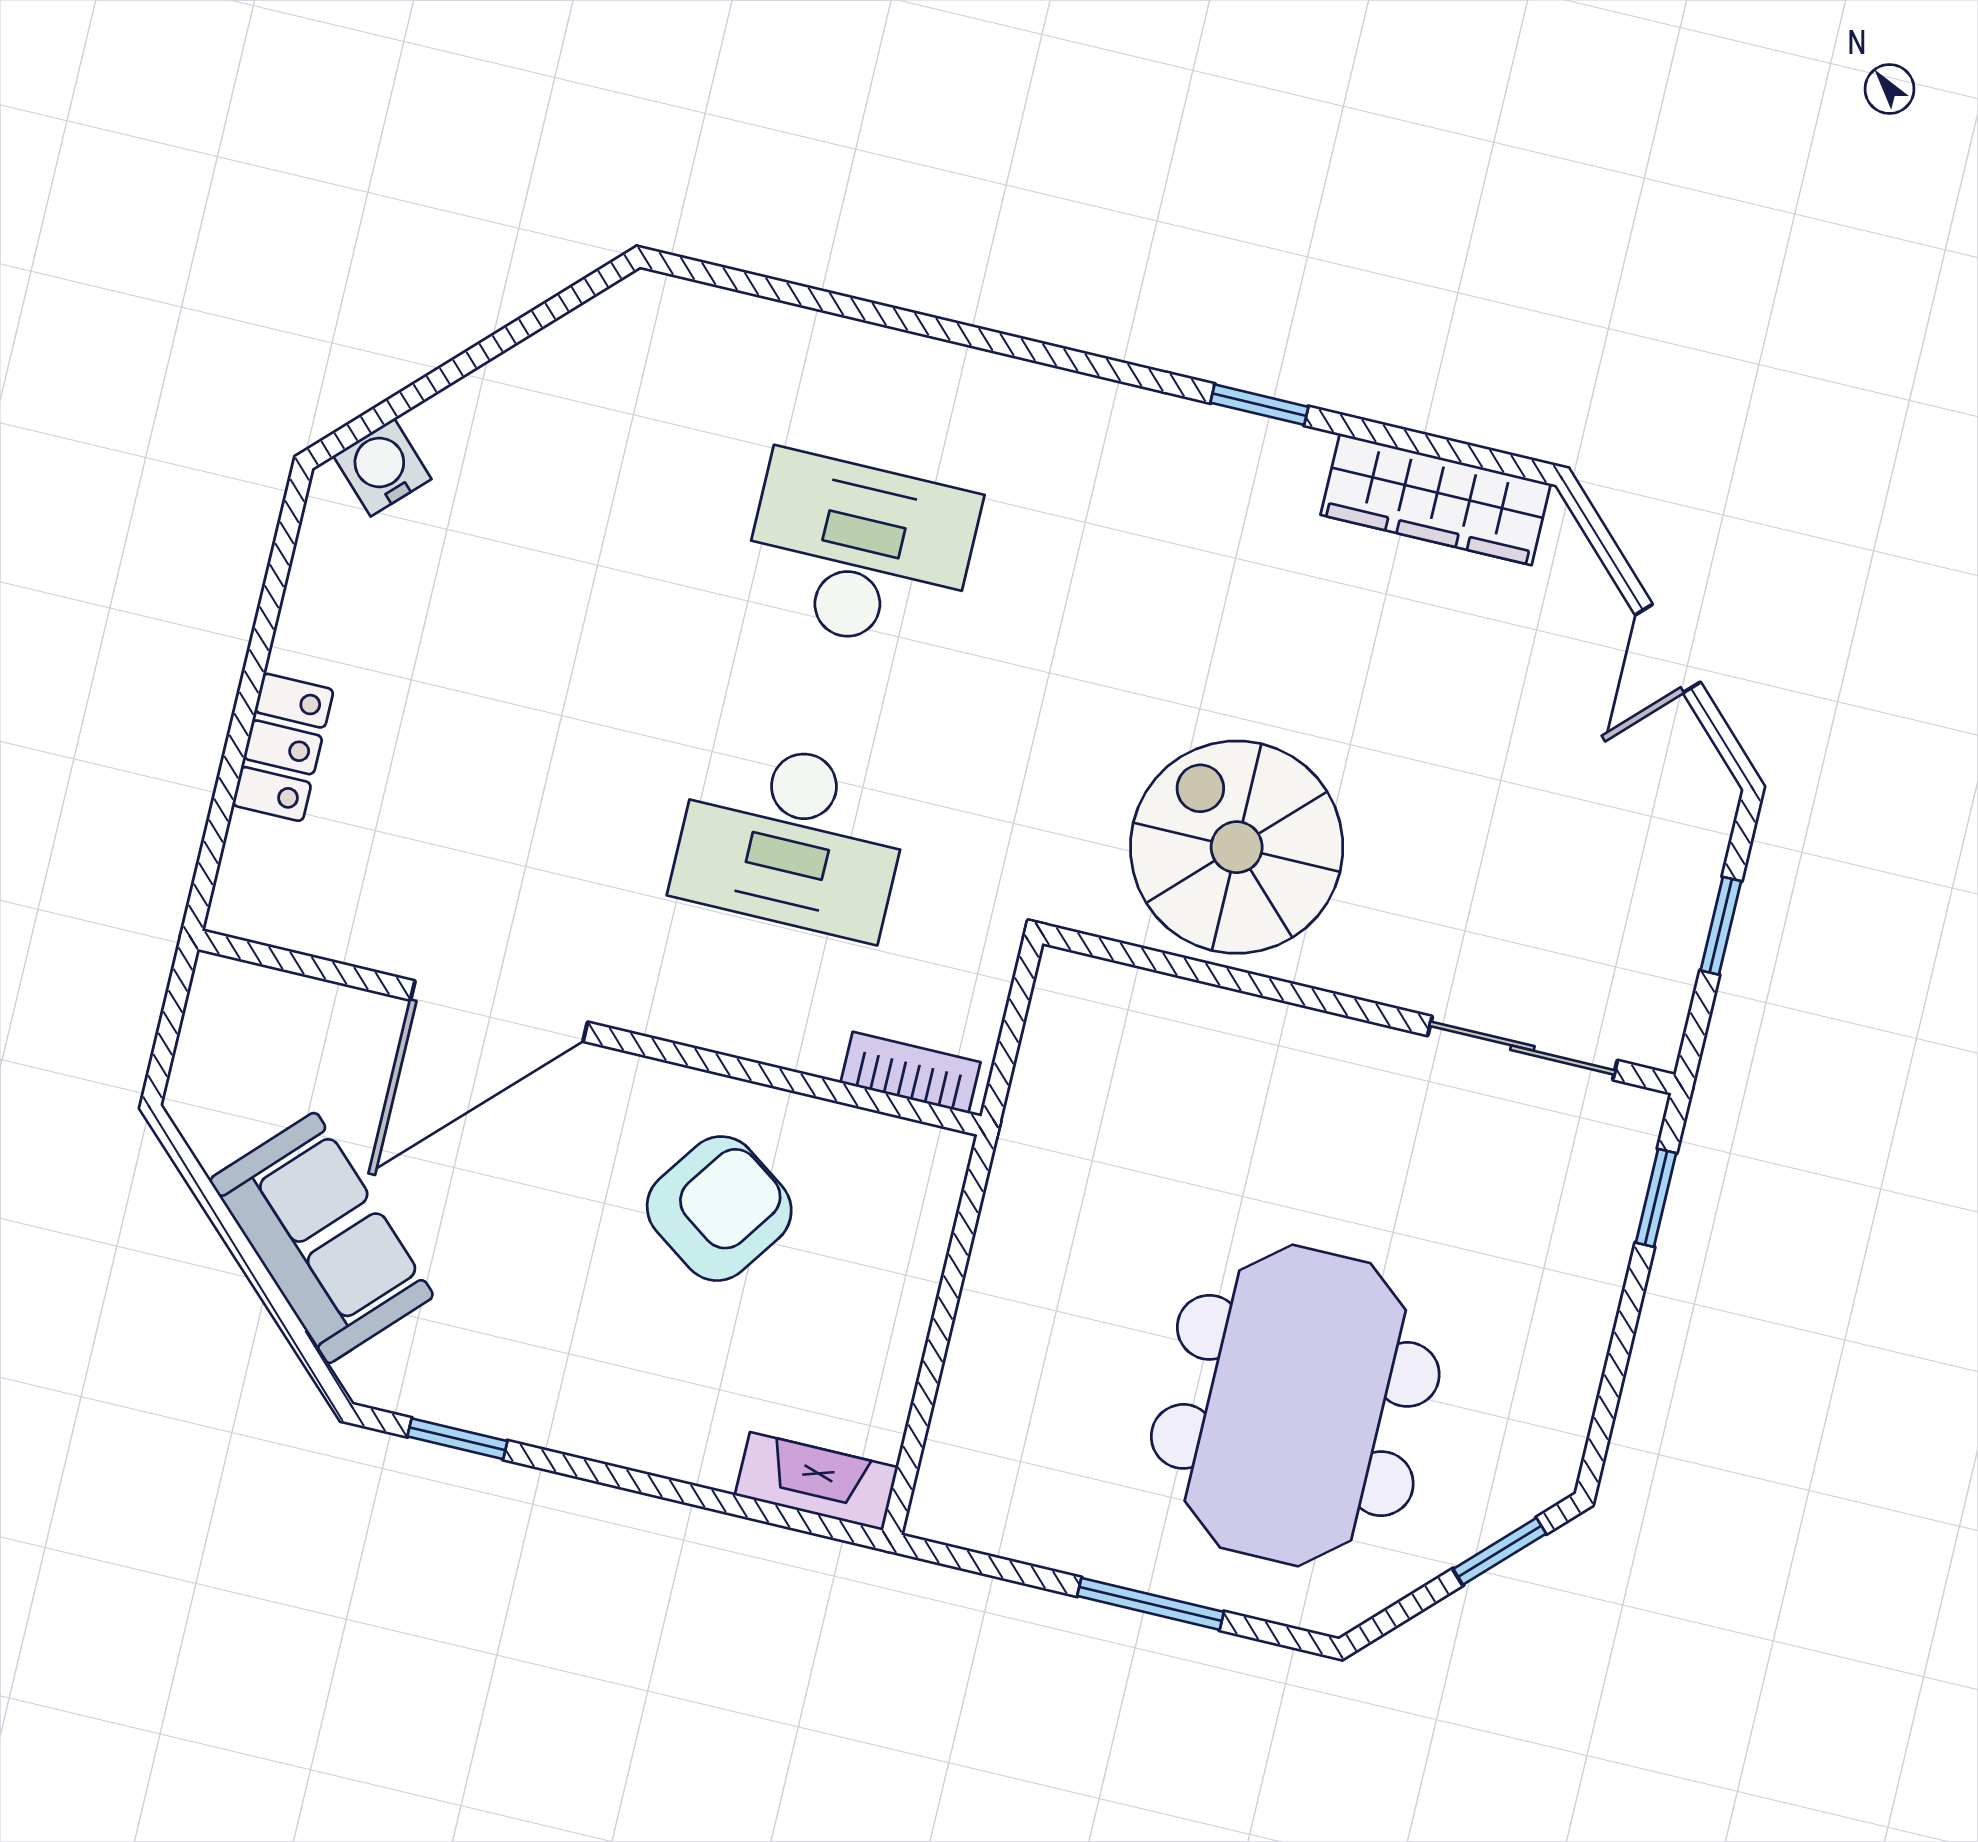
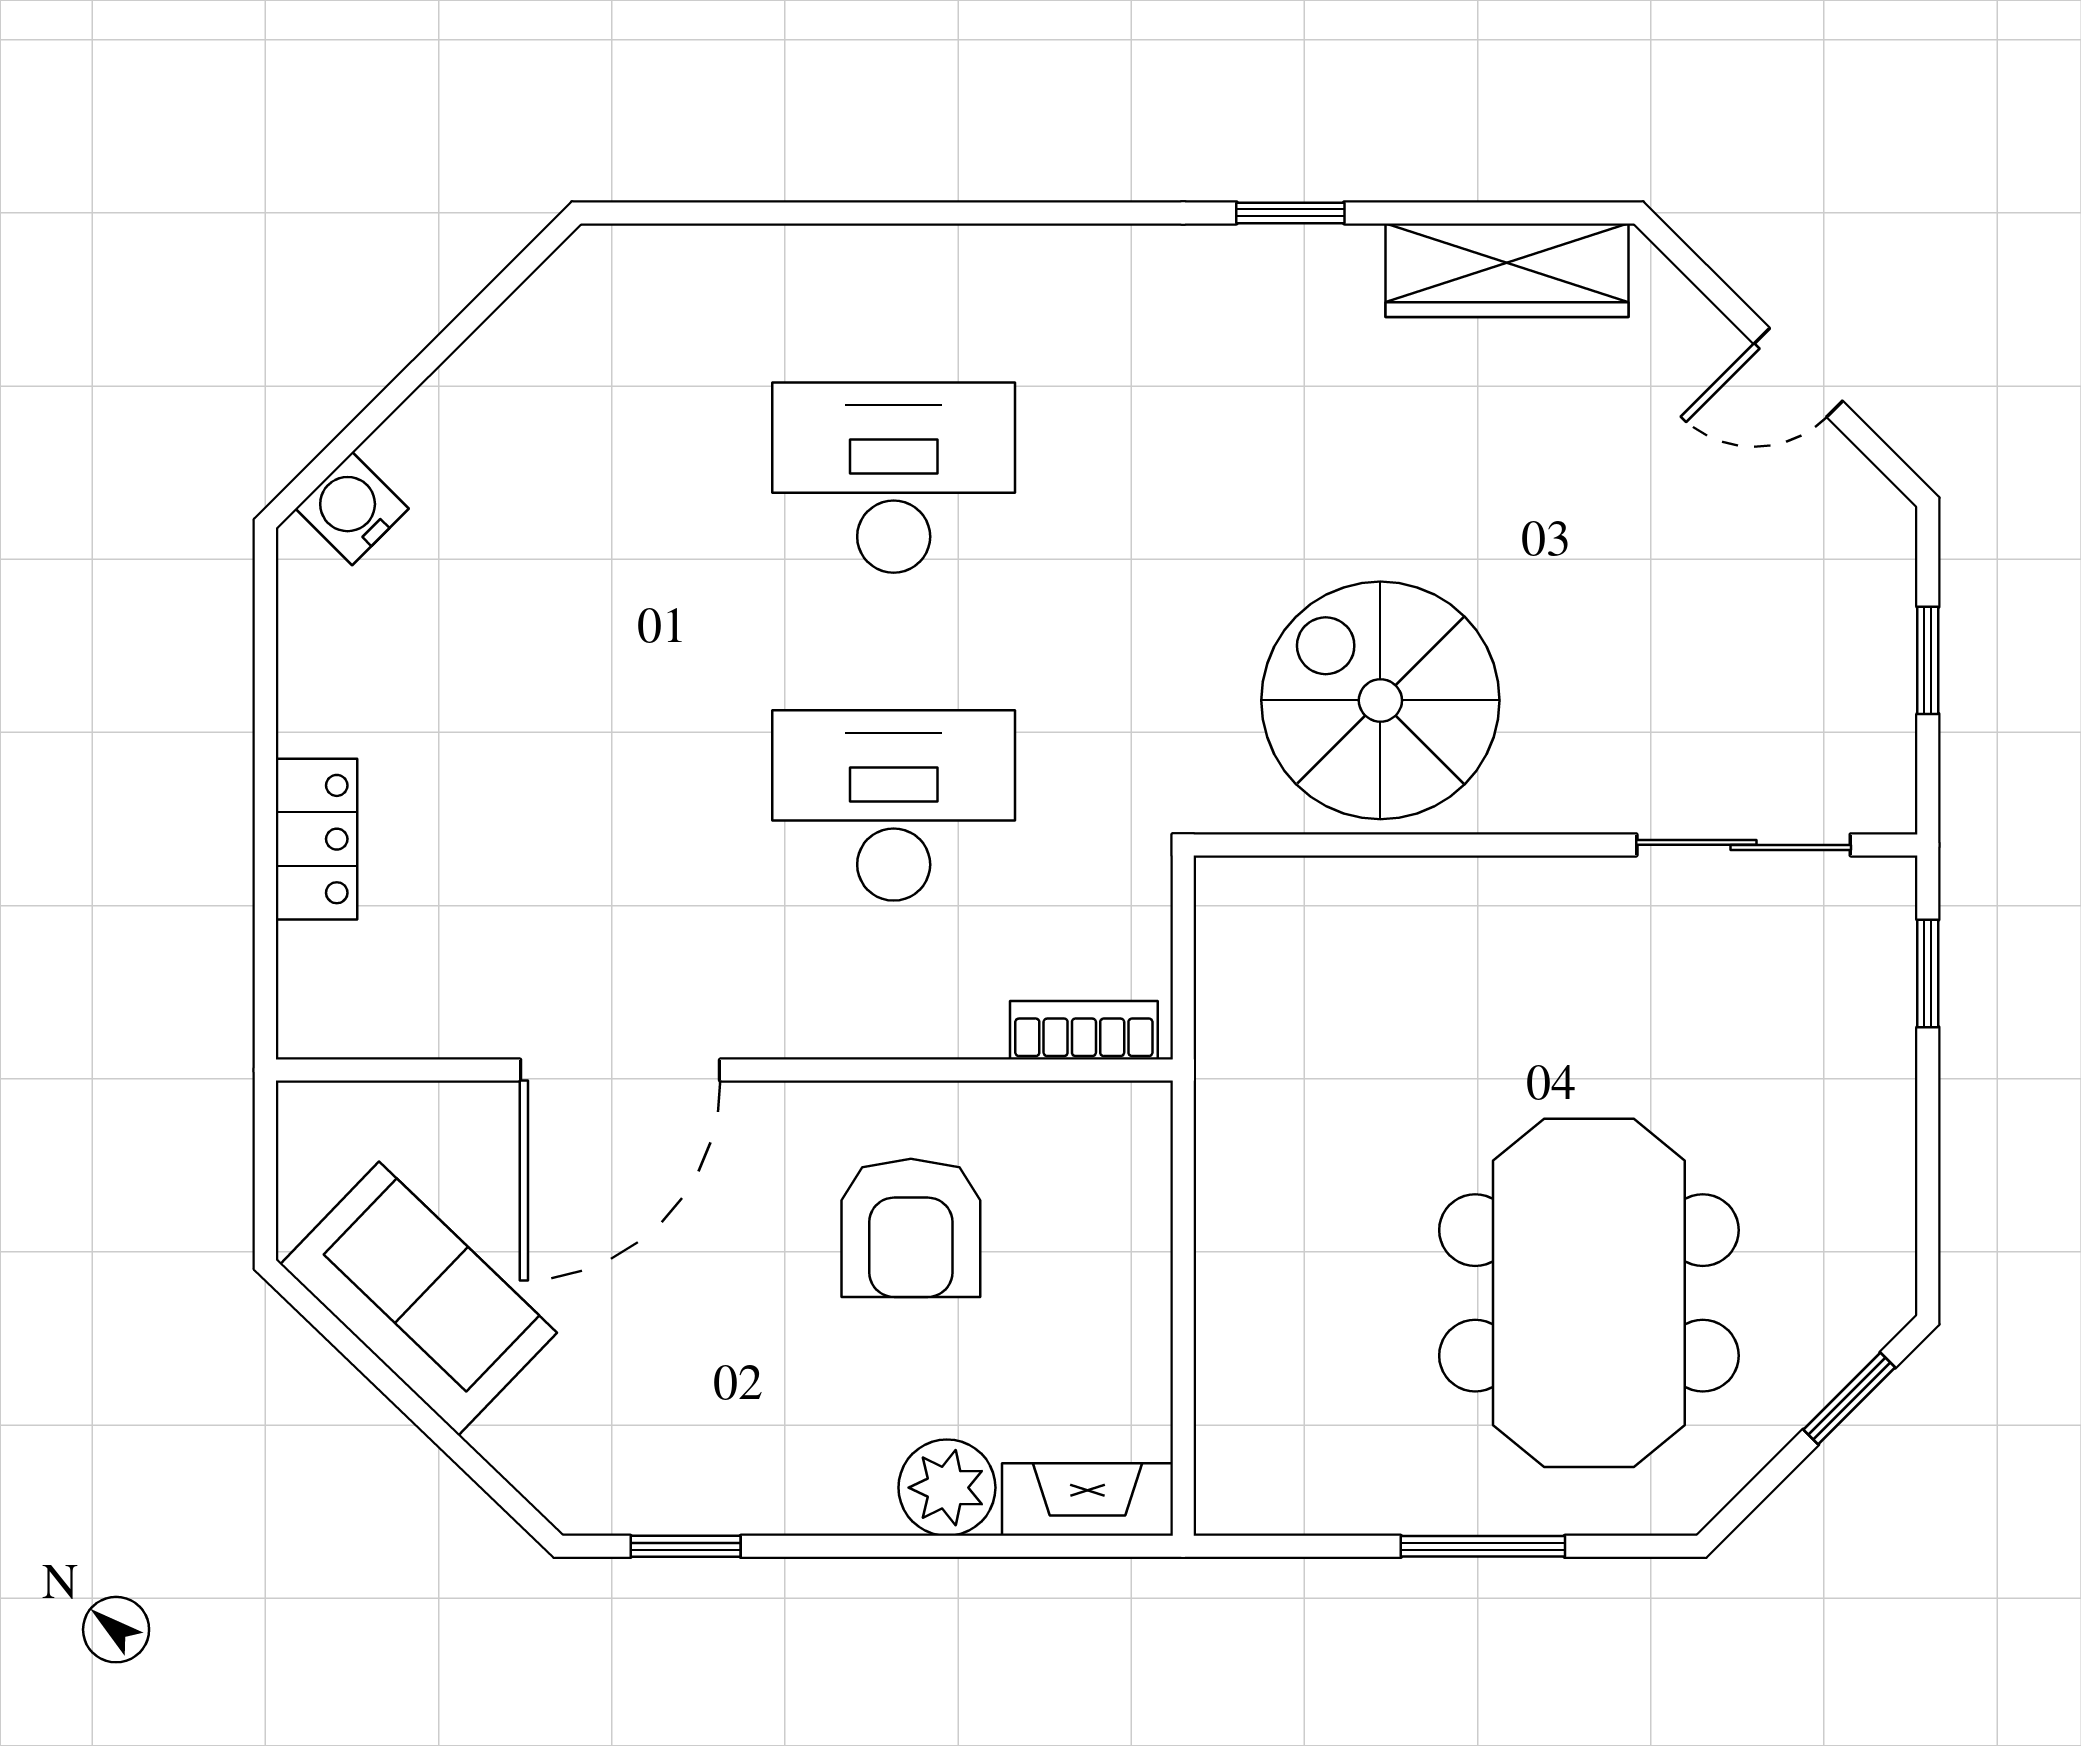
door: (1668, 649) -> (1798, 372), hinge flipped
desk: (792, 838) -> (894, 805), turned 180
armchair: (719, 1209) -> (911, 1228), turned 145
sofa: (322, 1238) -> (419, 1298), moved
plant: (697, 1442) -> (947, 1488), added

